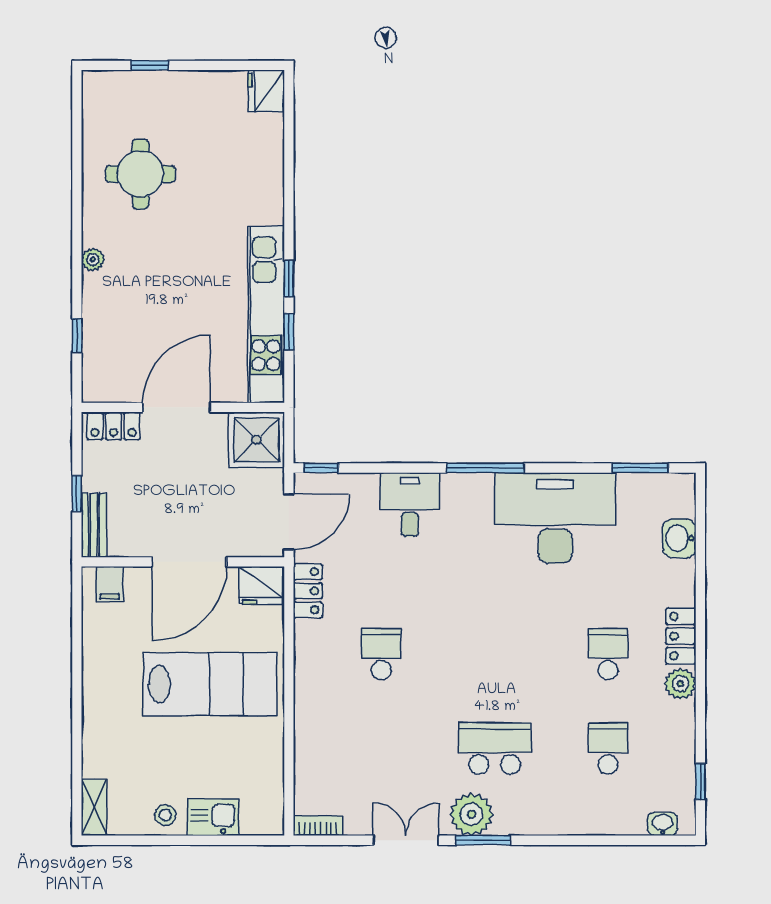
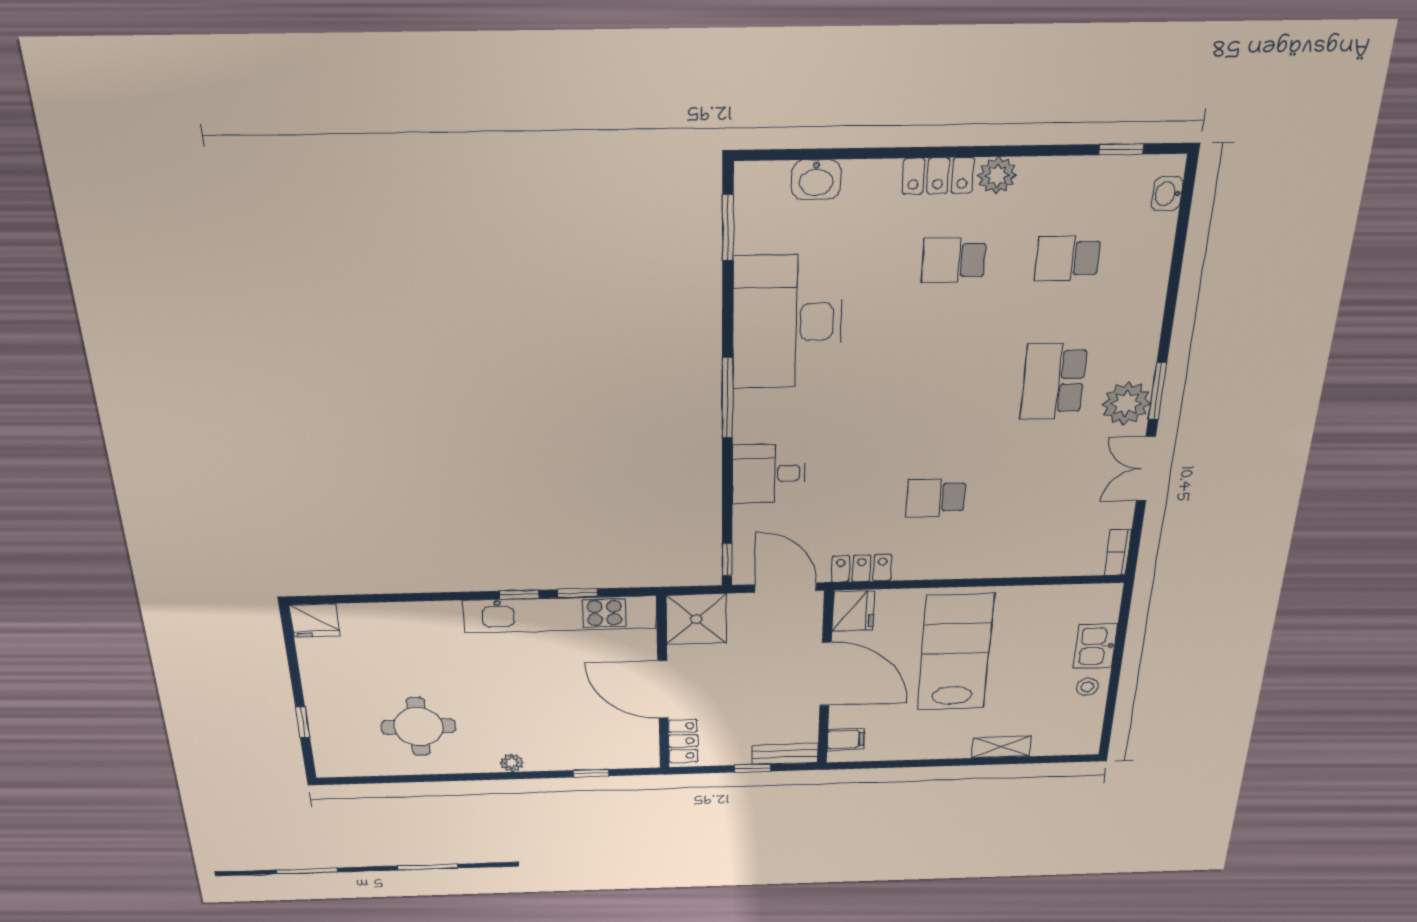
shelving: (94, 807) -> (1001, 747), moved

